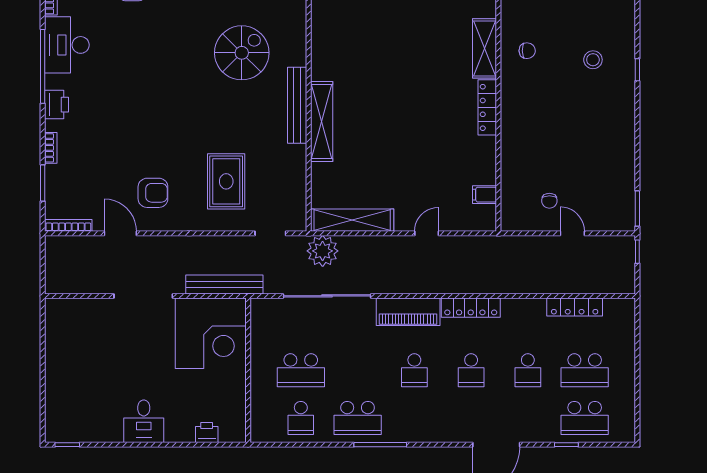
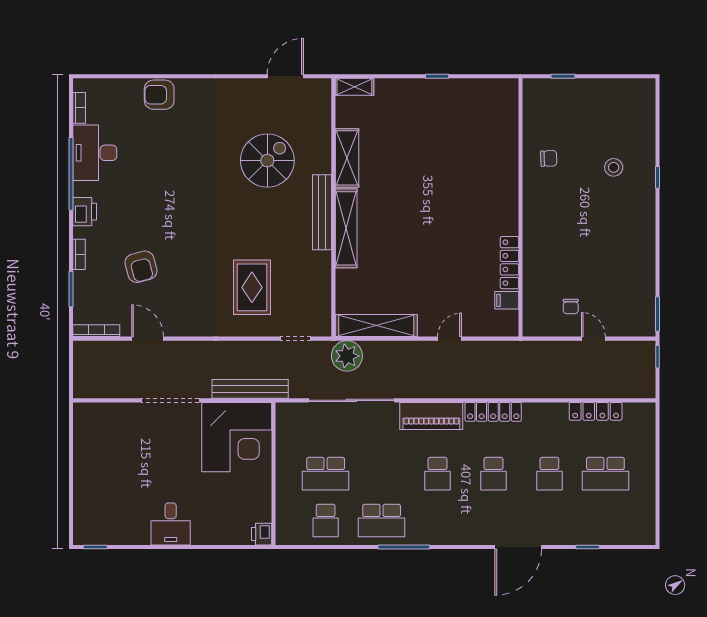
shelving: (485, 48) -> (347, 158), moved
locker: (487, 107) -> (510, 263), moved
armchair: (153, 193) -> (141, 267), moved, turned 75
school desk: (585, 418) -> (605, 521), removed
printer: (207, 433) -> (262, 534), moved, turned -90

